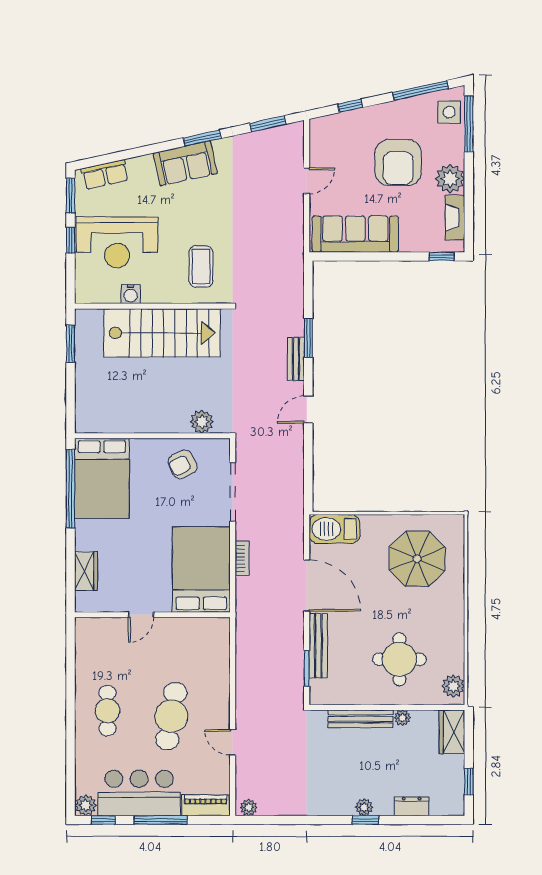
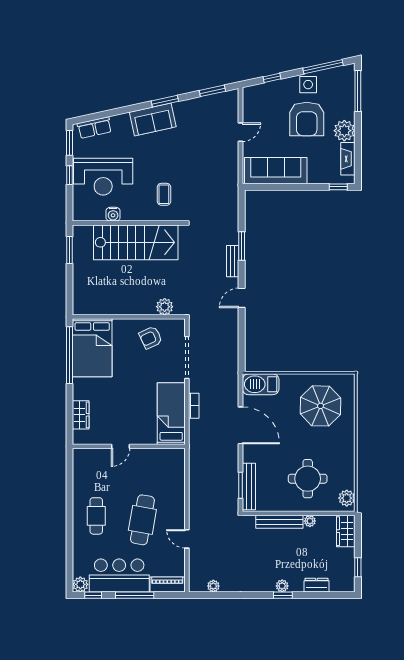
side table: (449, 112) -> (308, 85), moved
coffee table: (201, 267) -> (164, 194), width x0.73, depth x0.77
bed: (201, 570) -> (171, 414), width x0.67
bench: (318, 646) -> (249, 486), moved
plant: (249, 807) -> (213, 586), moved

